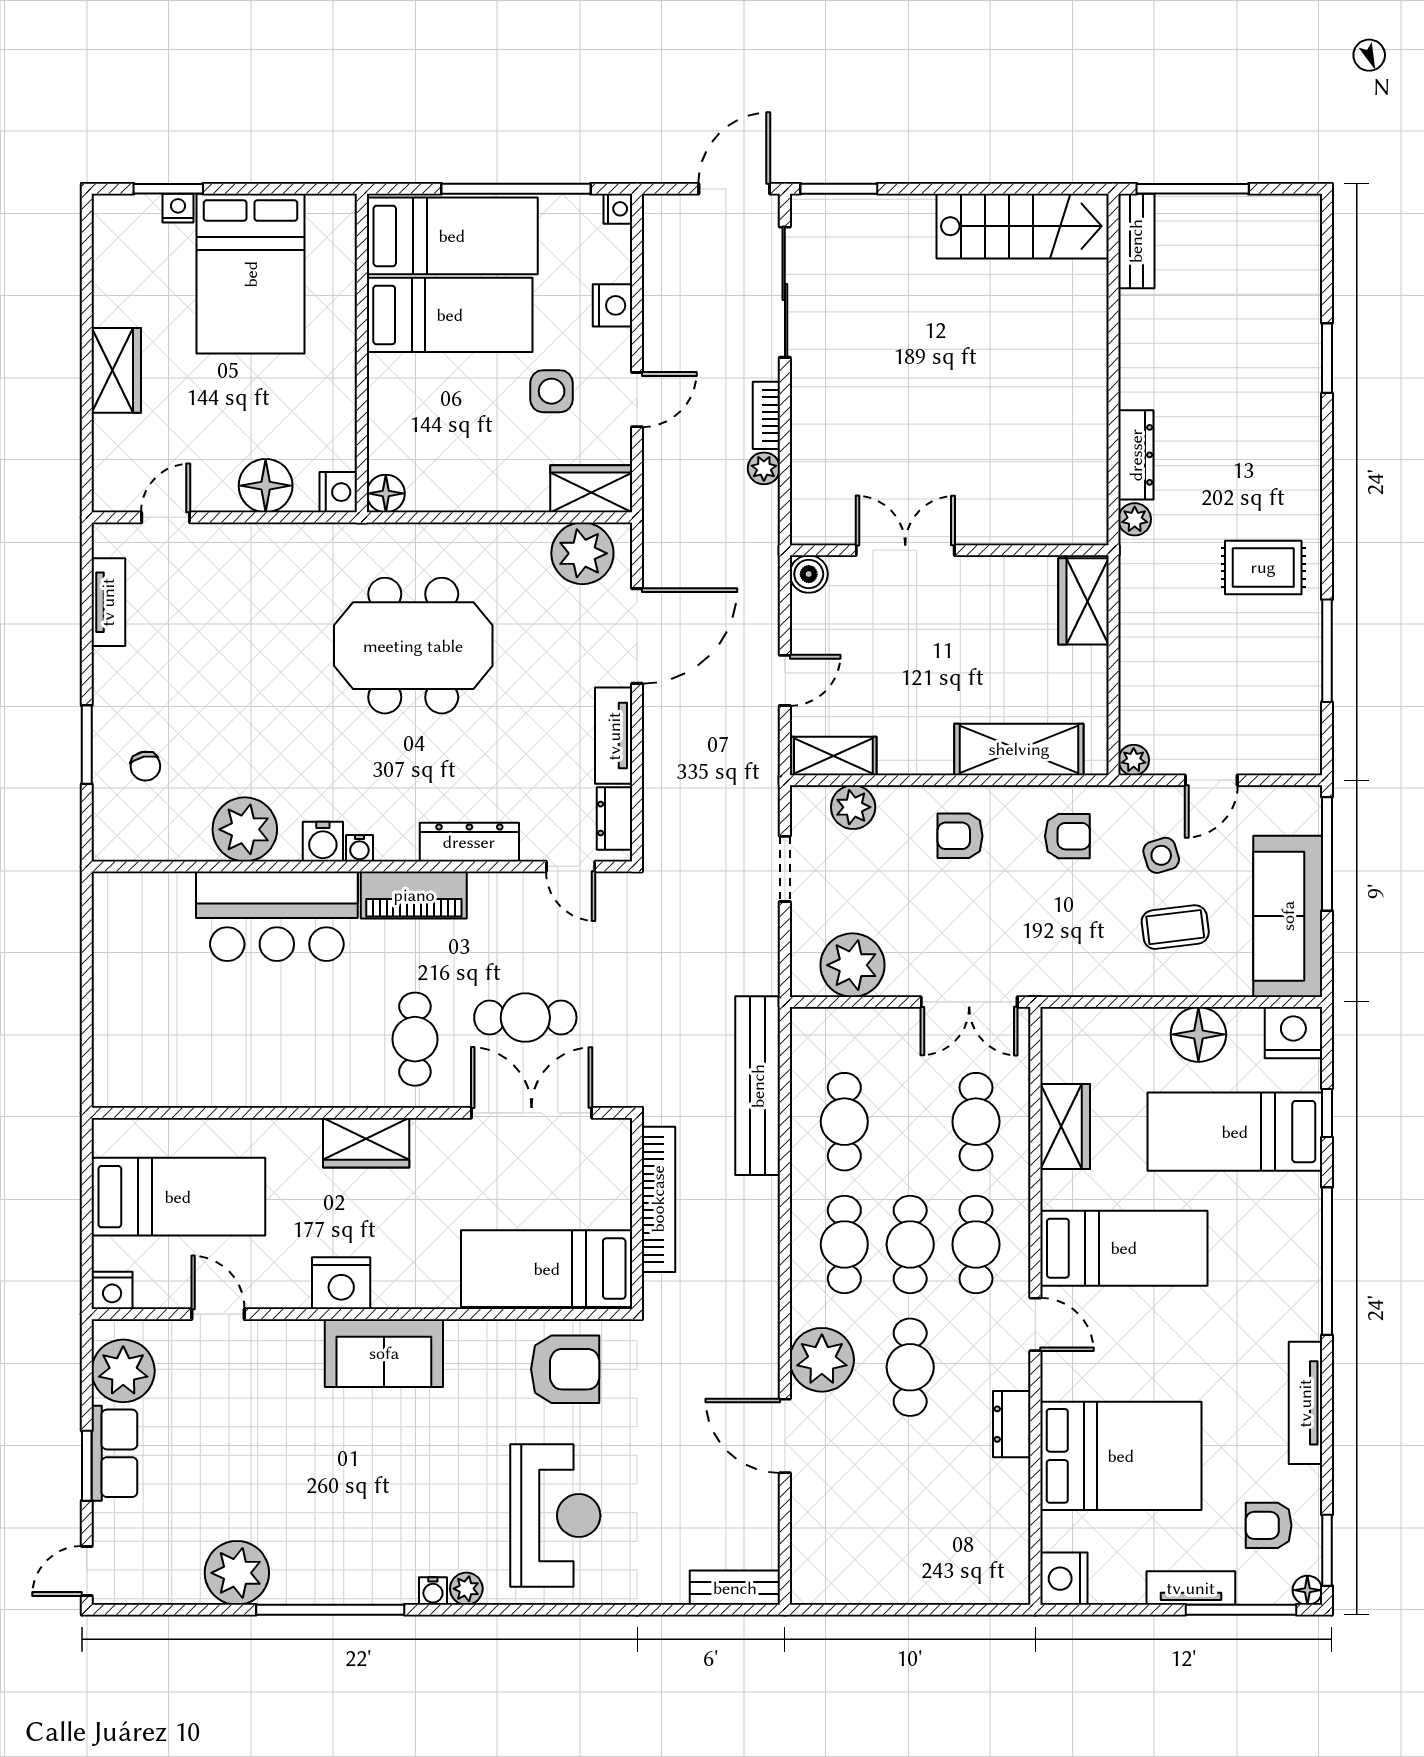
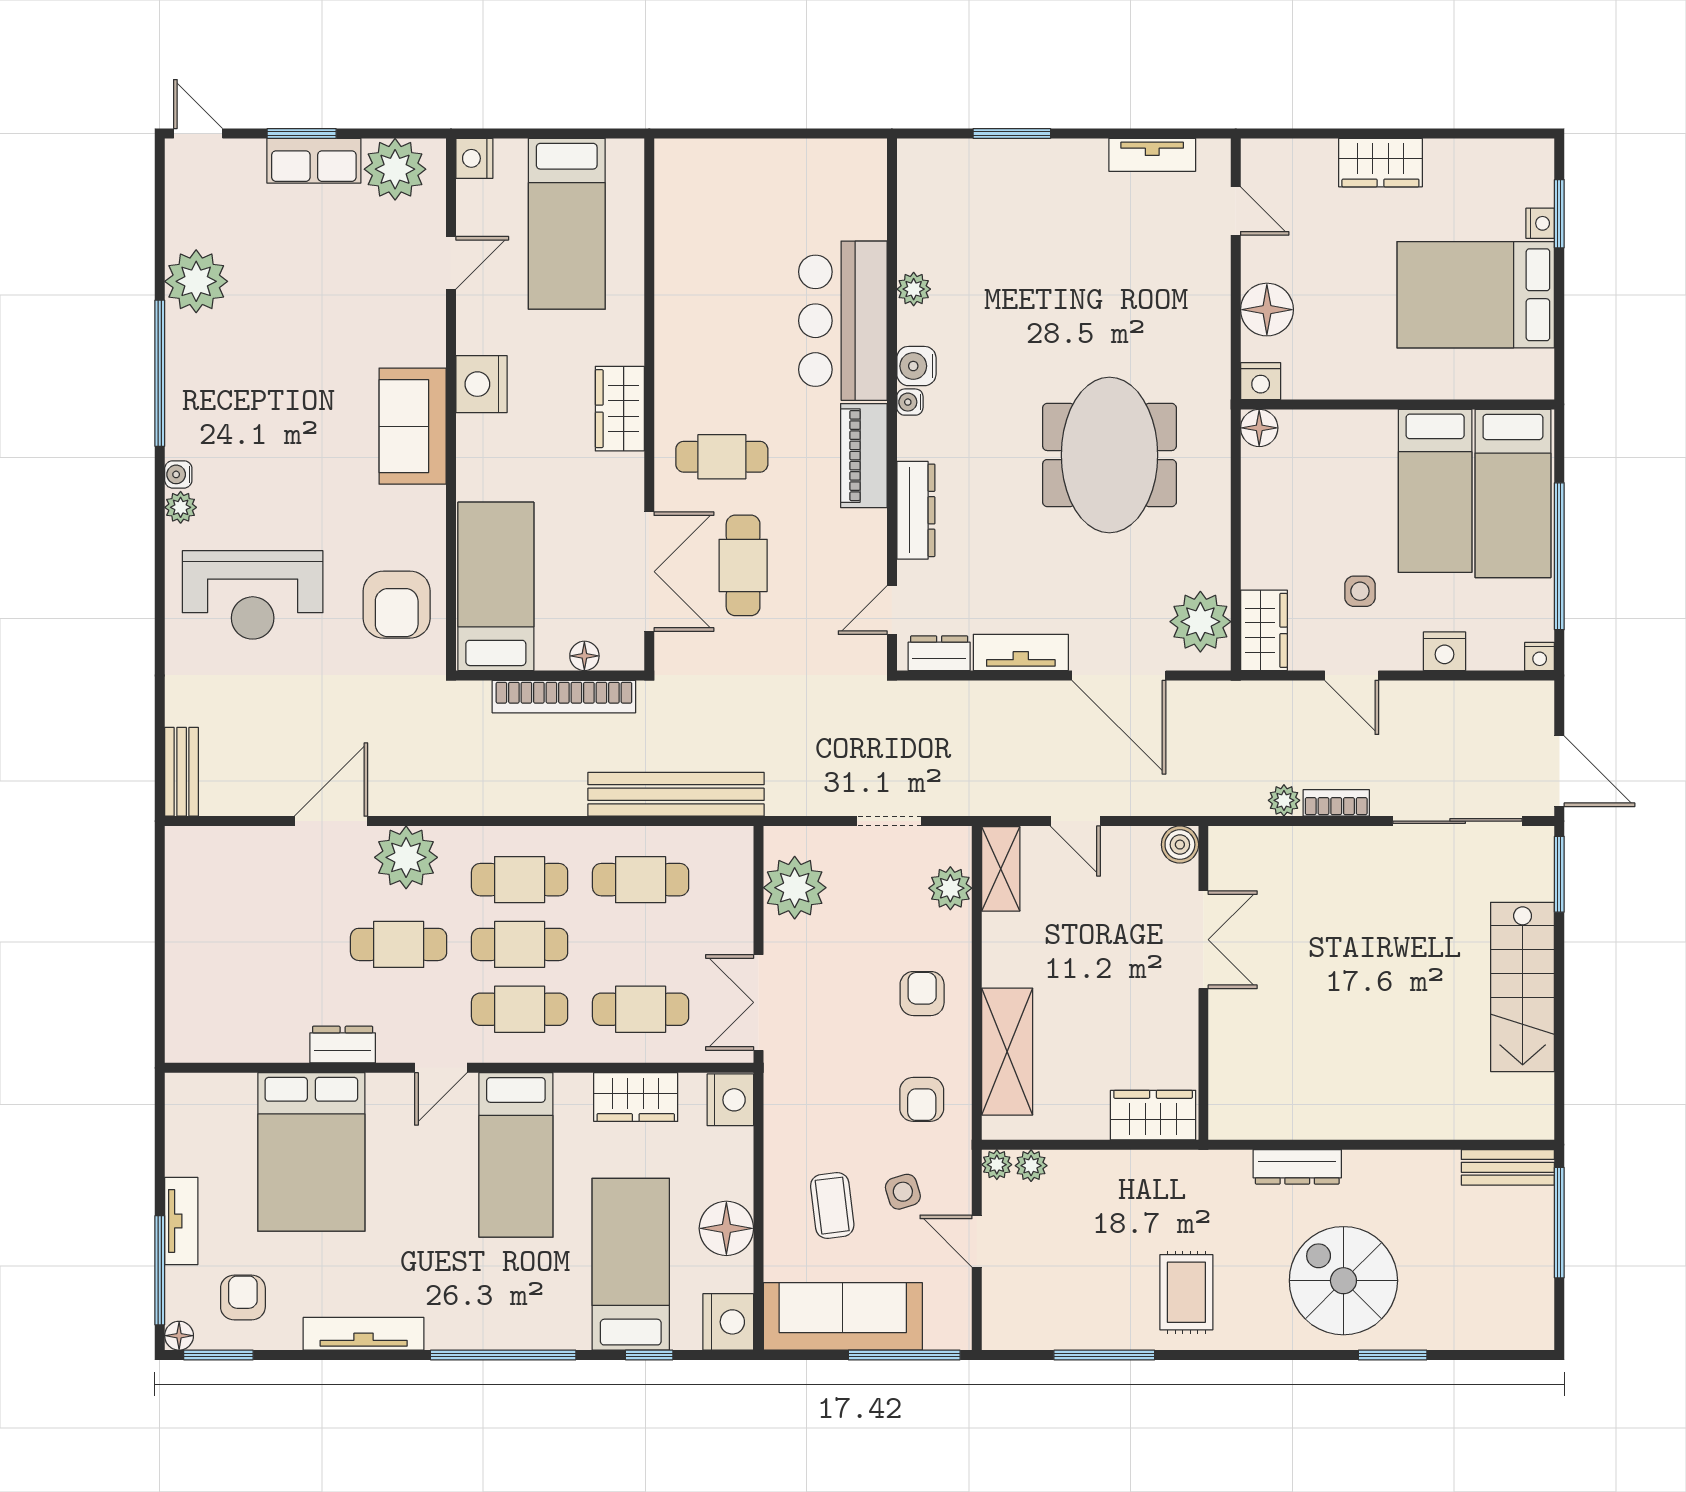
stairs: (1023, 226) -> (1523, 987), moved
side table: (552, 391) -> (1360, 591), width x0.73, depth x0.73
spiral stairs: (1252, 408) -> (1343, 1281), added
plant: (1135, 519) -> (1031, 1166), moved
chair: (145, 766) -> (991, 191), removed
plant: (245, 829) -> (914, 289), width x0.53, depth x0.53
floor lamp: (617, 1179) -> (584, 656), added
nightstand: (1064, 1579) -> (730, 1100), moved, turned 90

